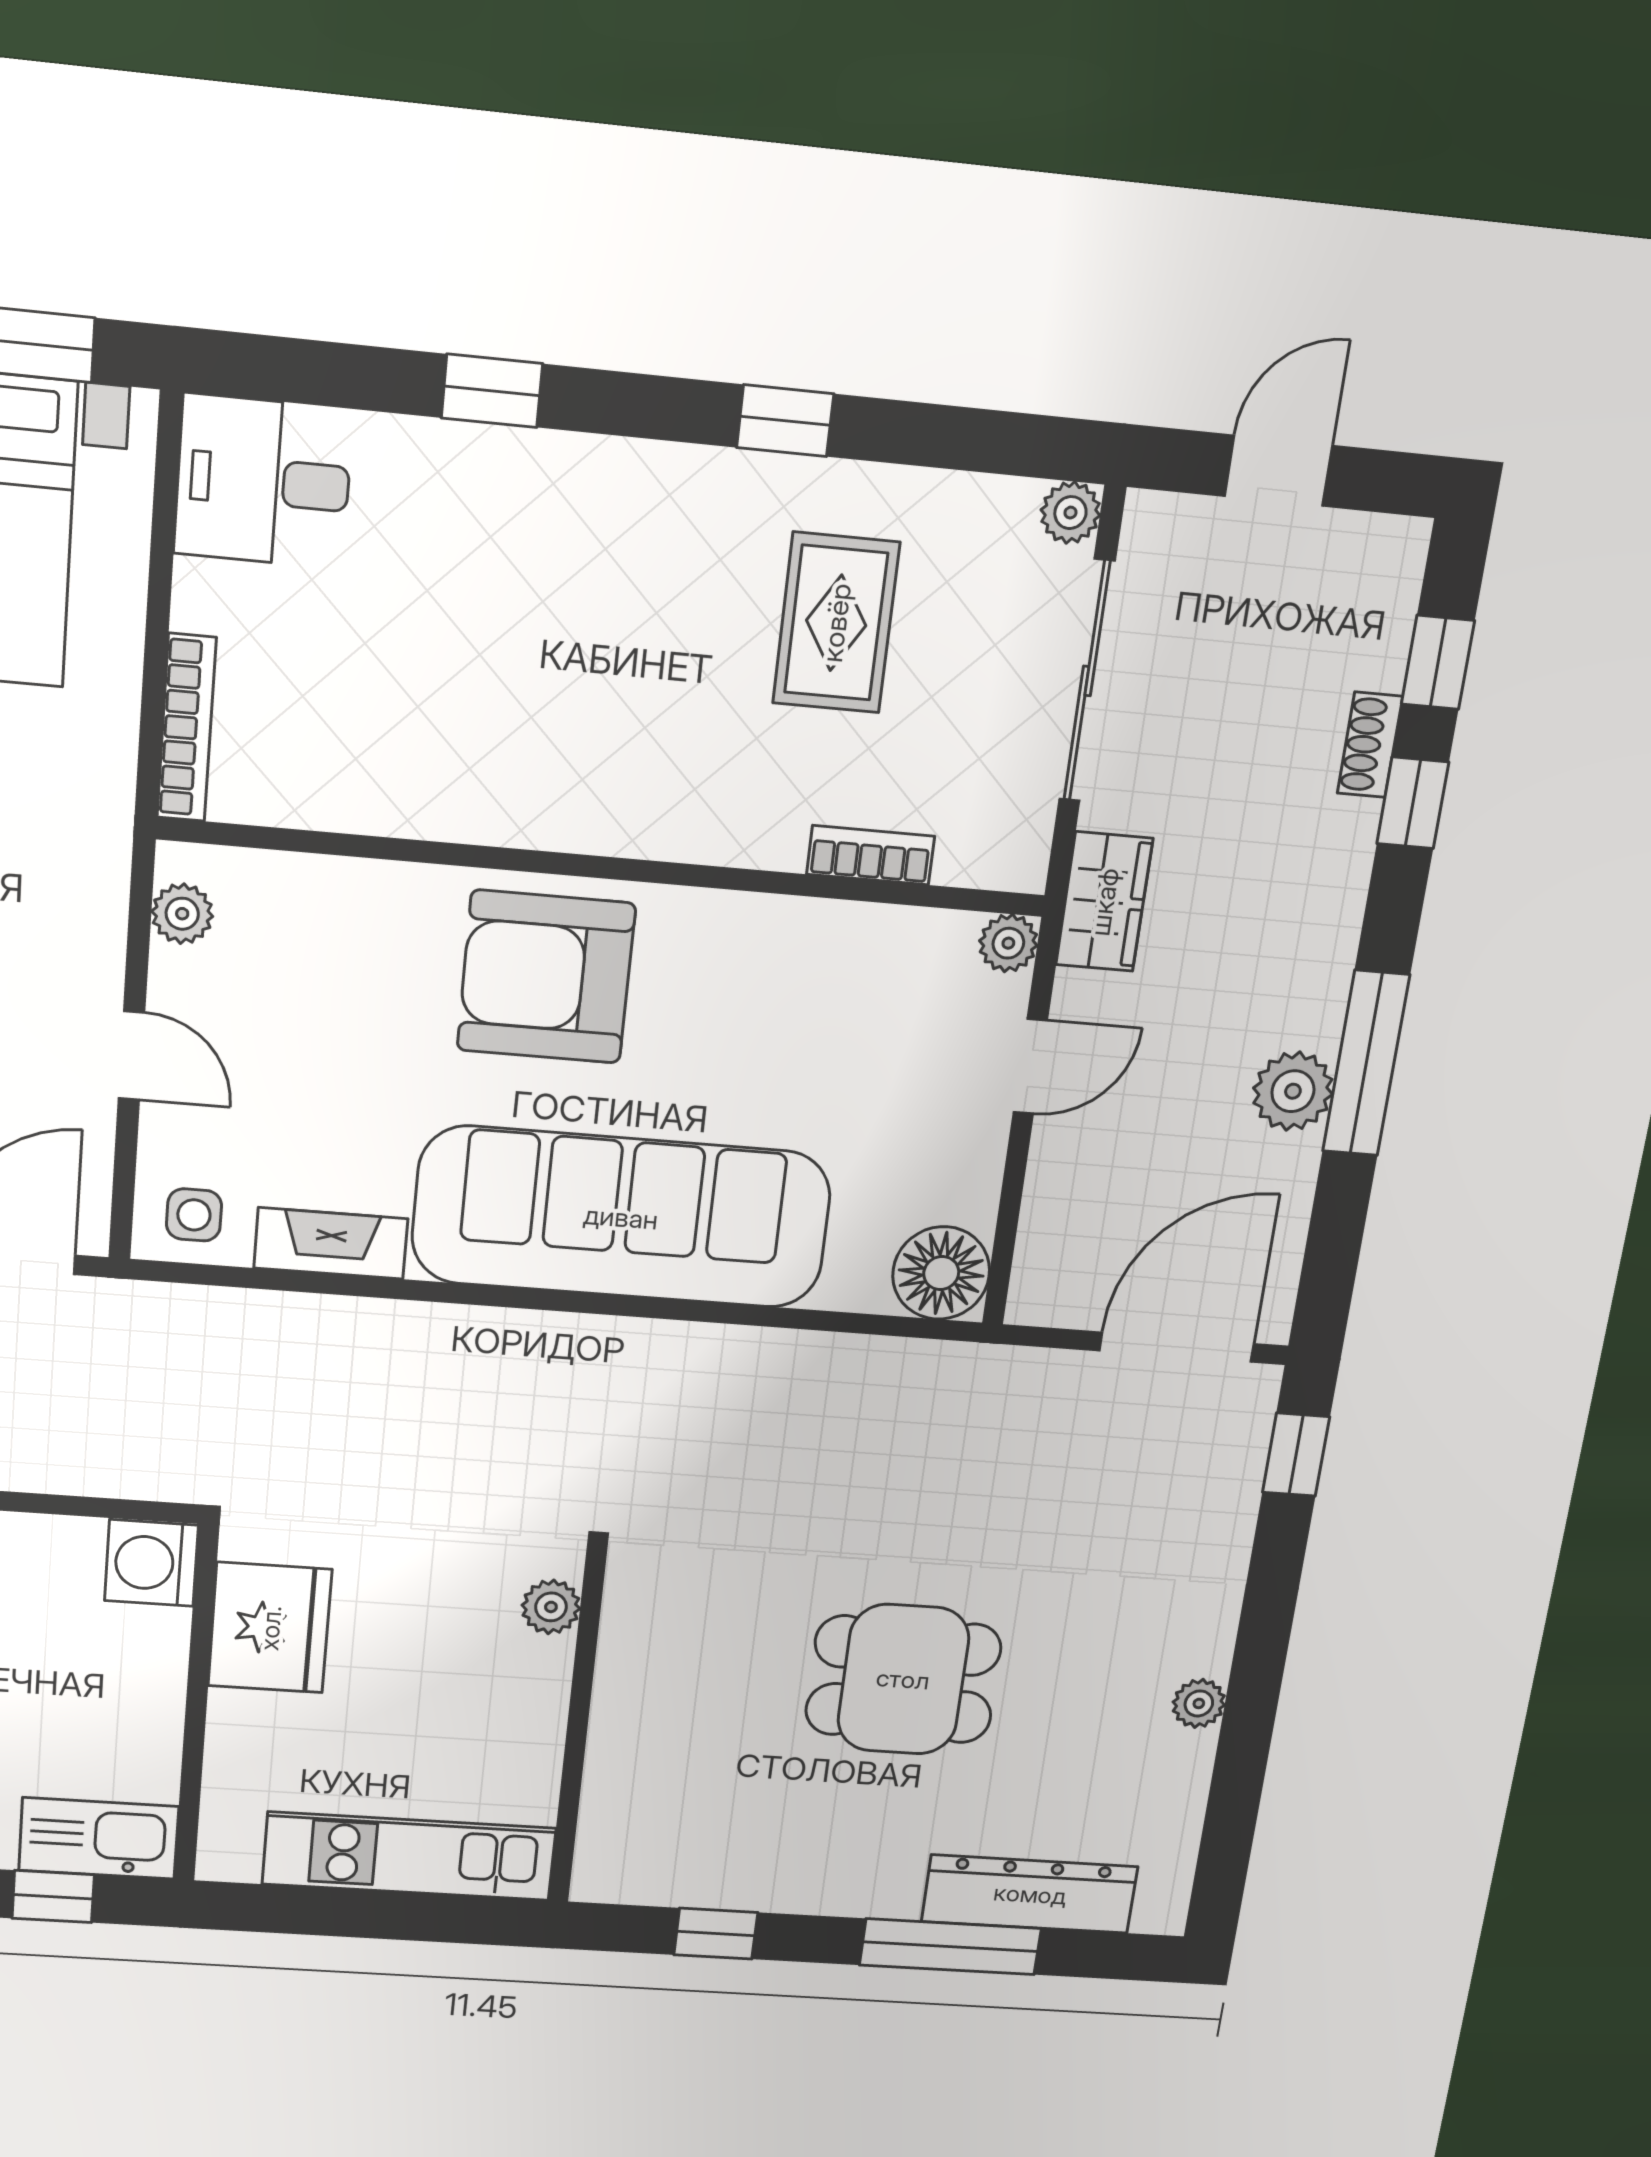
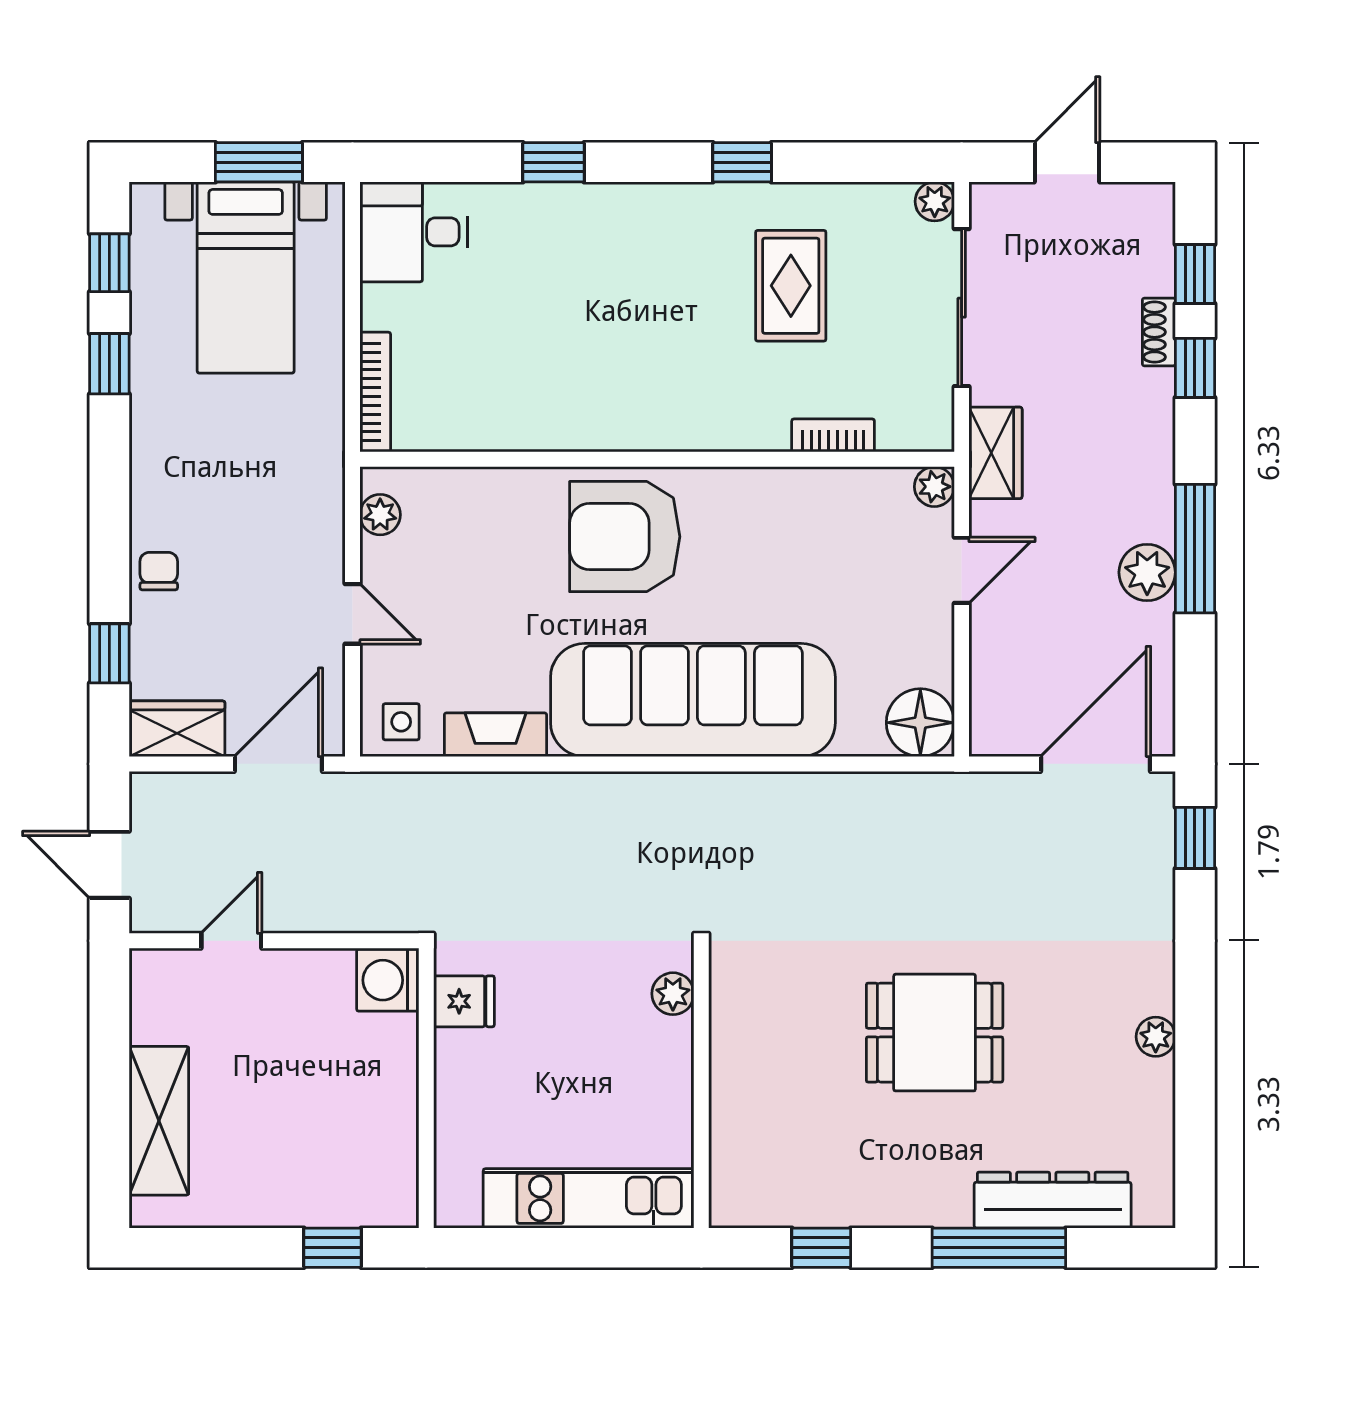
fridge: (270, 1628) -> (464, 1001), width x0.53, depth x0.75
kitchen sink: (99, 1838) -> (363, 1199), removed

